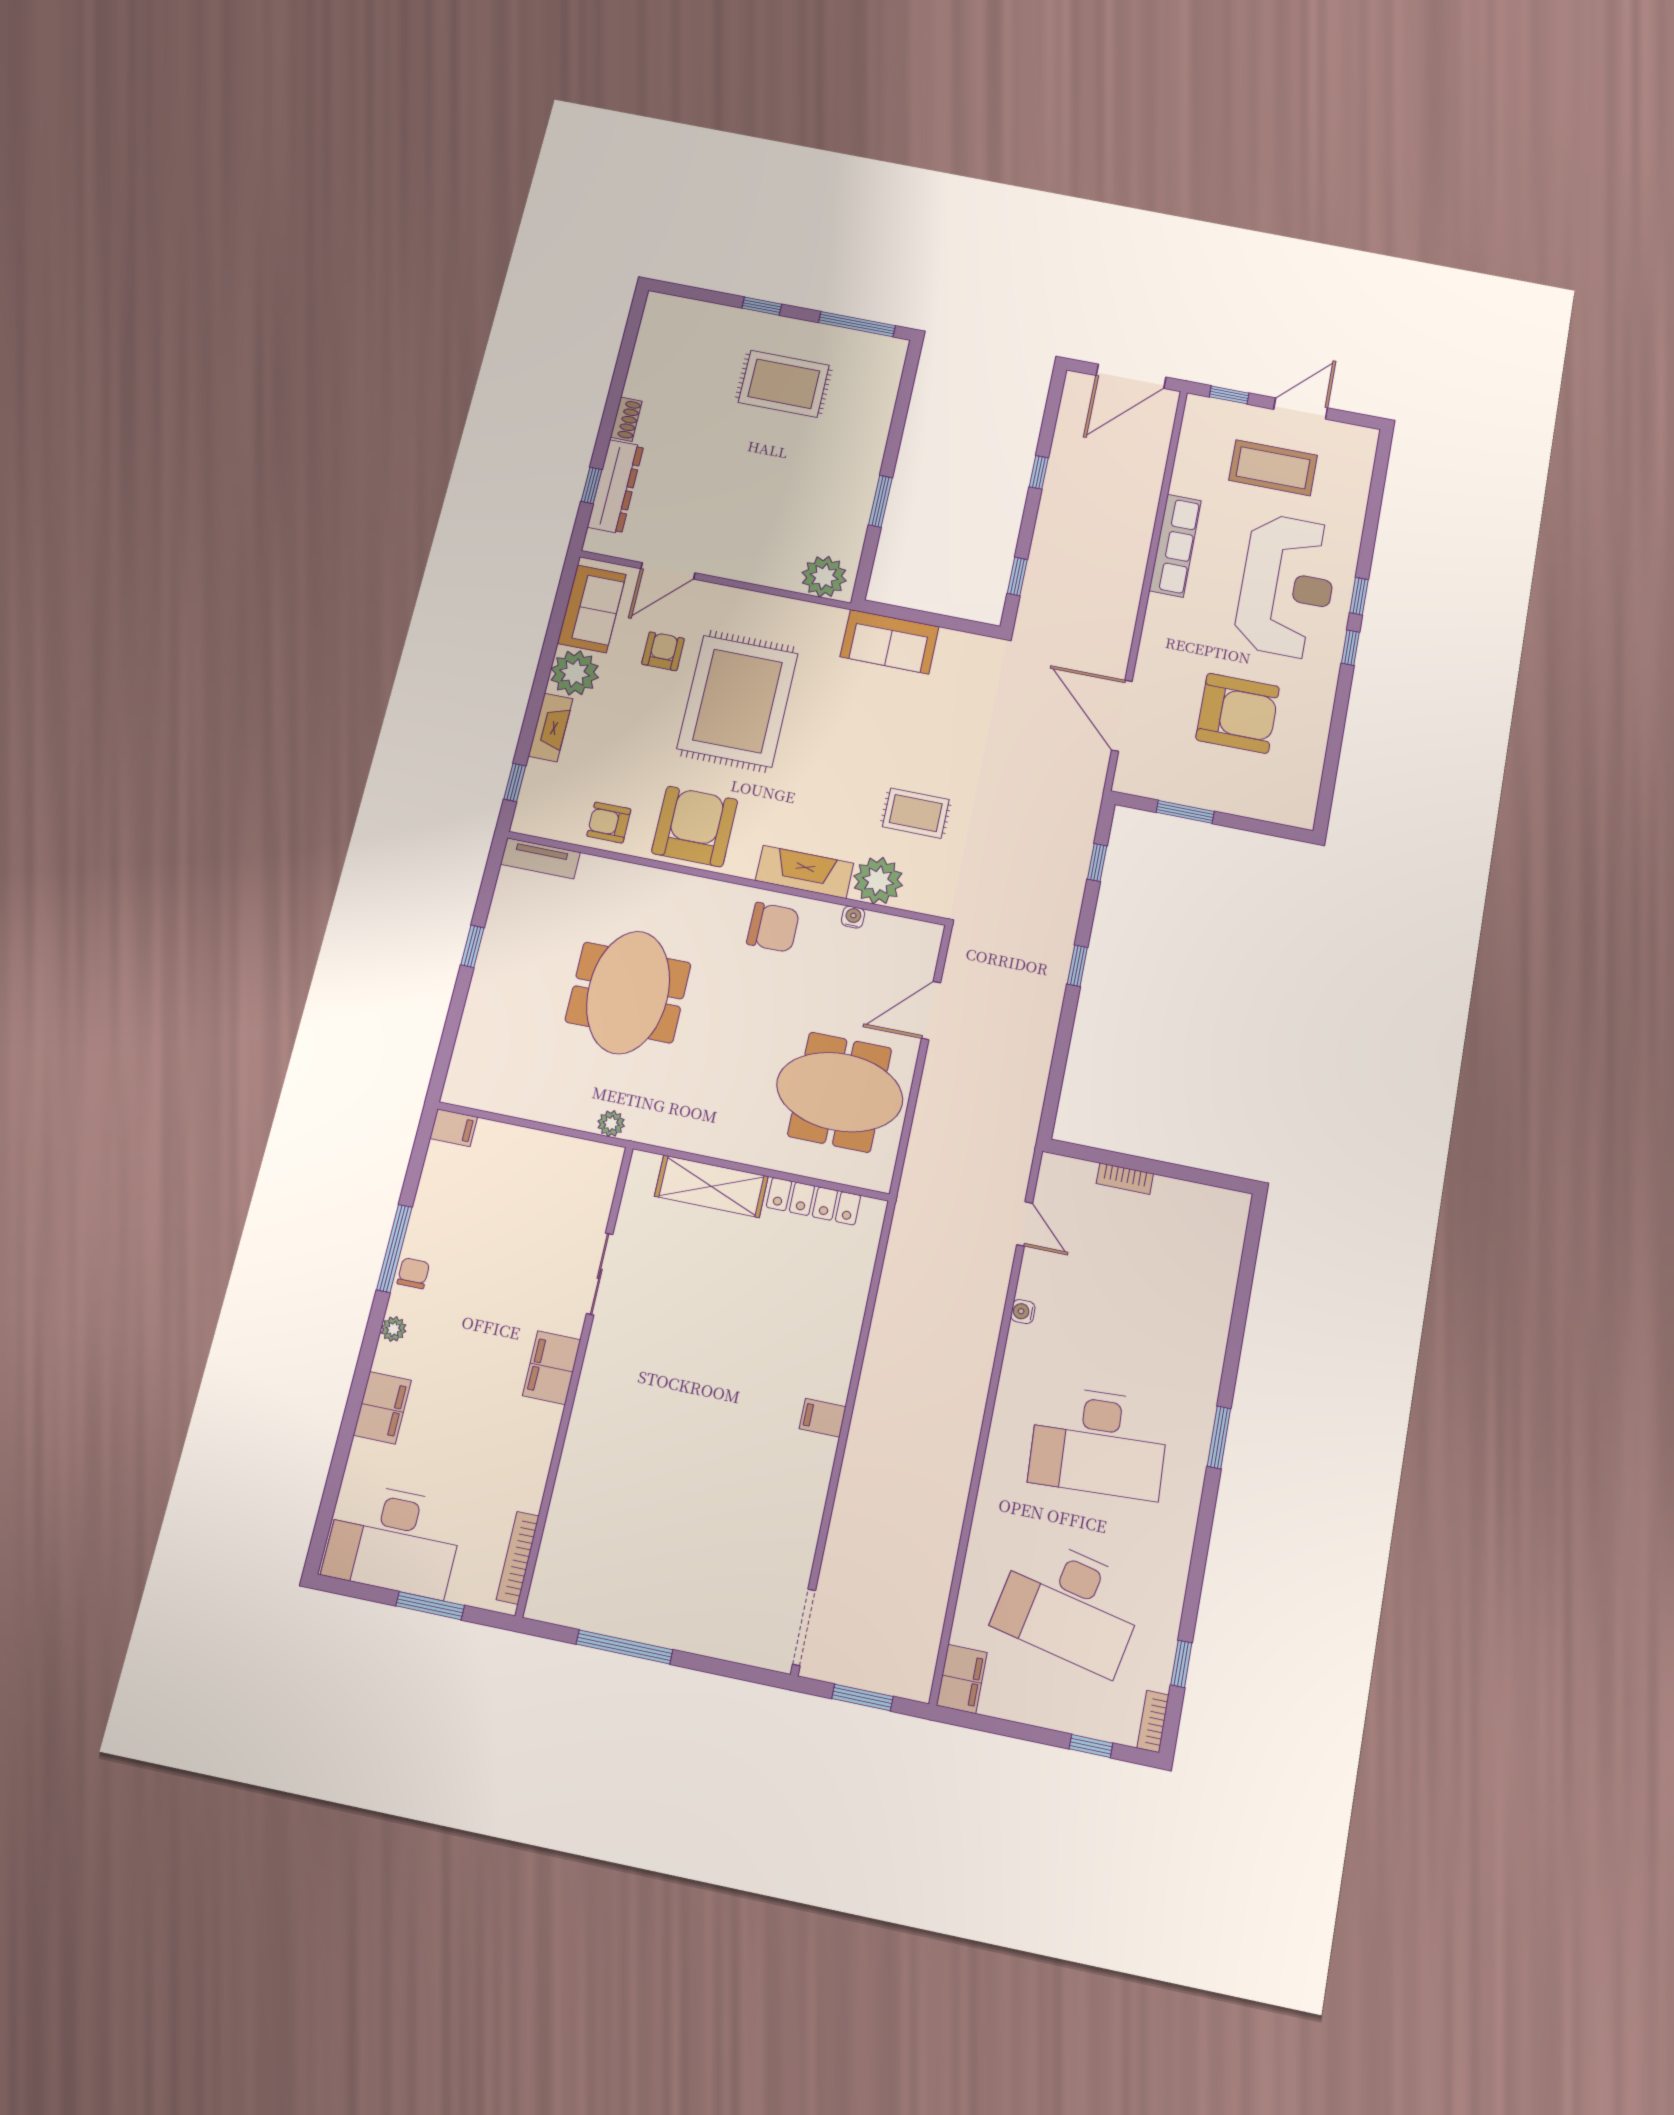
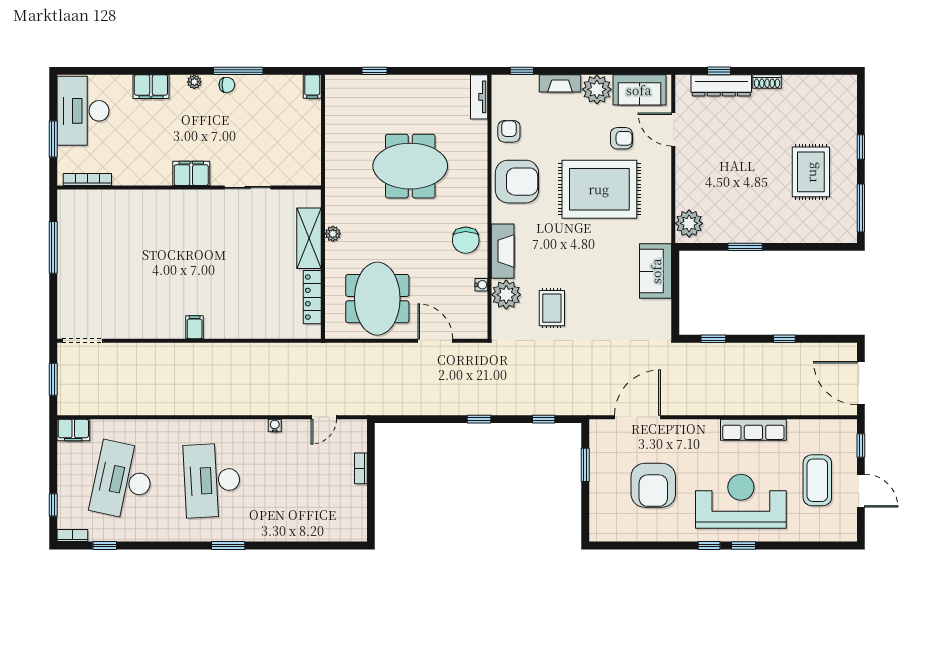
reception desk: (1287, 586) -> (741, 501), turned 180
window: (472, 946) -> (374, 71), moved
plant: (611, 1124) -> (333, 234), moved

